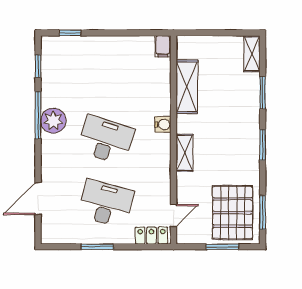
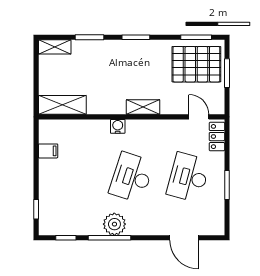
filing cabinet: (163, 46) -> (48, 151), moved
shelving: (187, 87) -> (62, 105), moved

